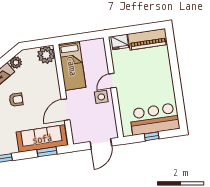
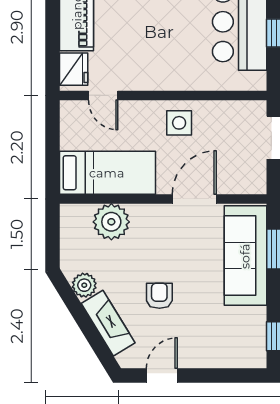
plant: (46, 55) -> (111, 222), moved
door: (112, 81) -> (103, 95), moved
door: (65, 110) -> (194, 199), swing flipped

